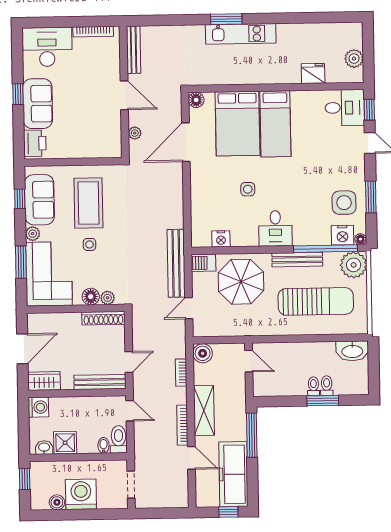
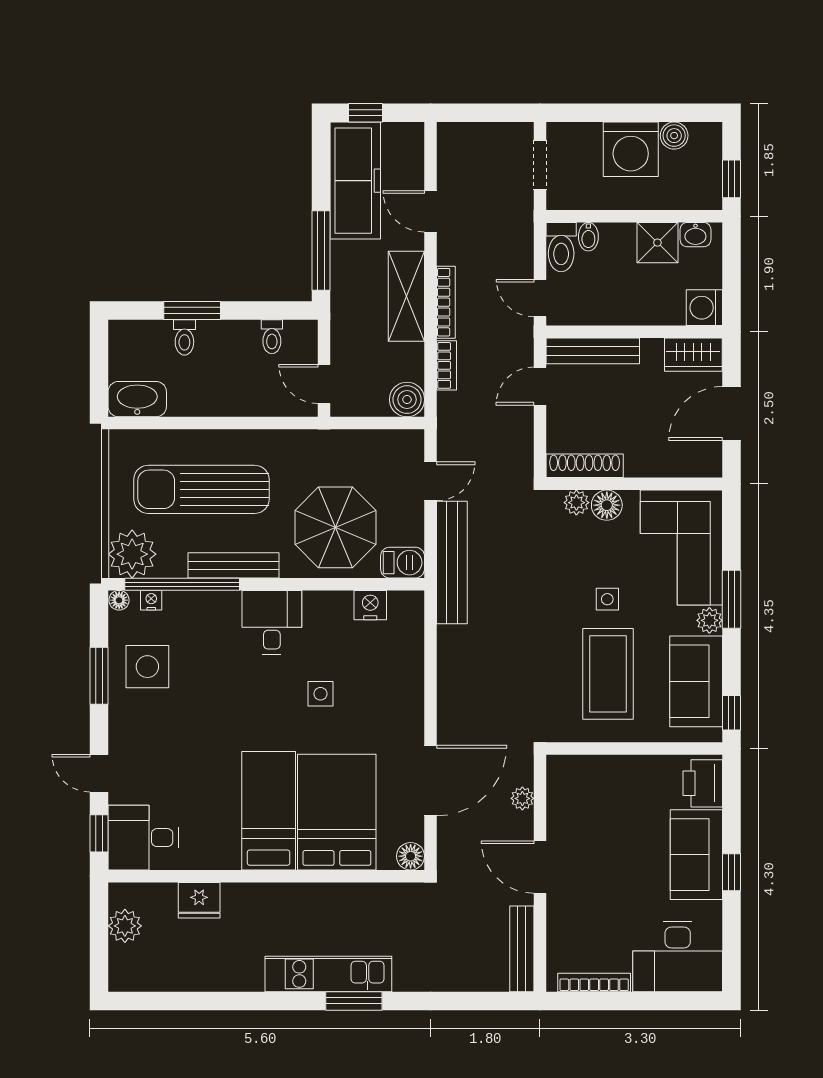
window: (20, 199) -> (732, 713), moved
nightstand: (342, 235) -> (151, 600), width x0.53, depth x0.56
window: (21, 262) -> (732, 599), moved
toilet: (313, 386) -> (272, 337), moved
bookcase: (182, 425) -> (446, 302), moved

